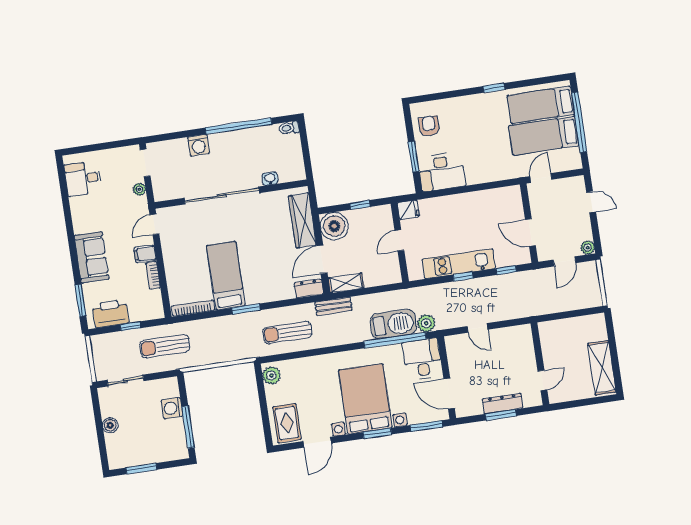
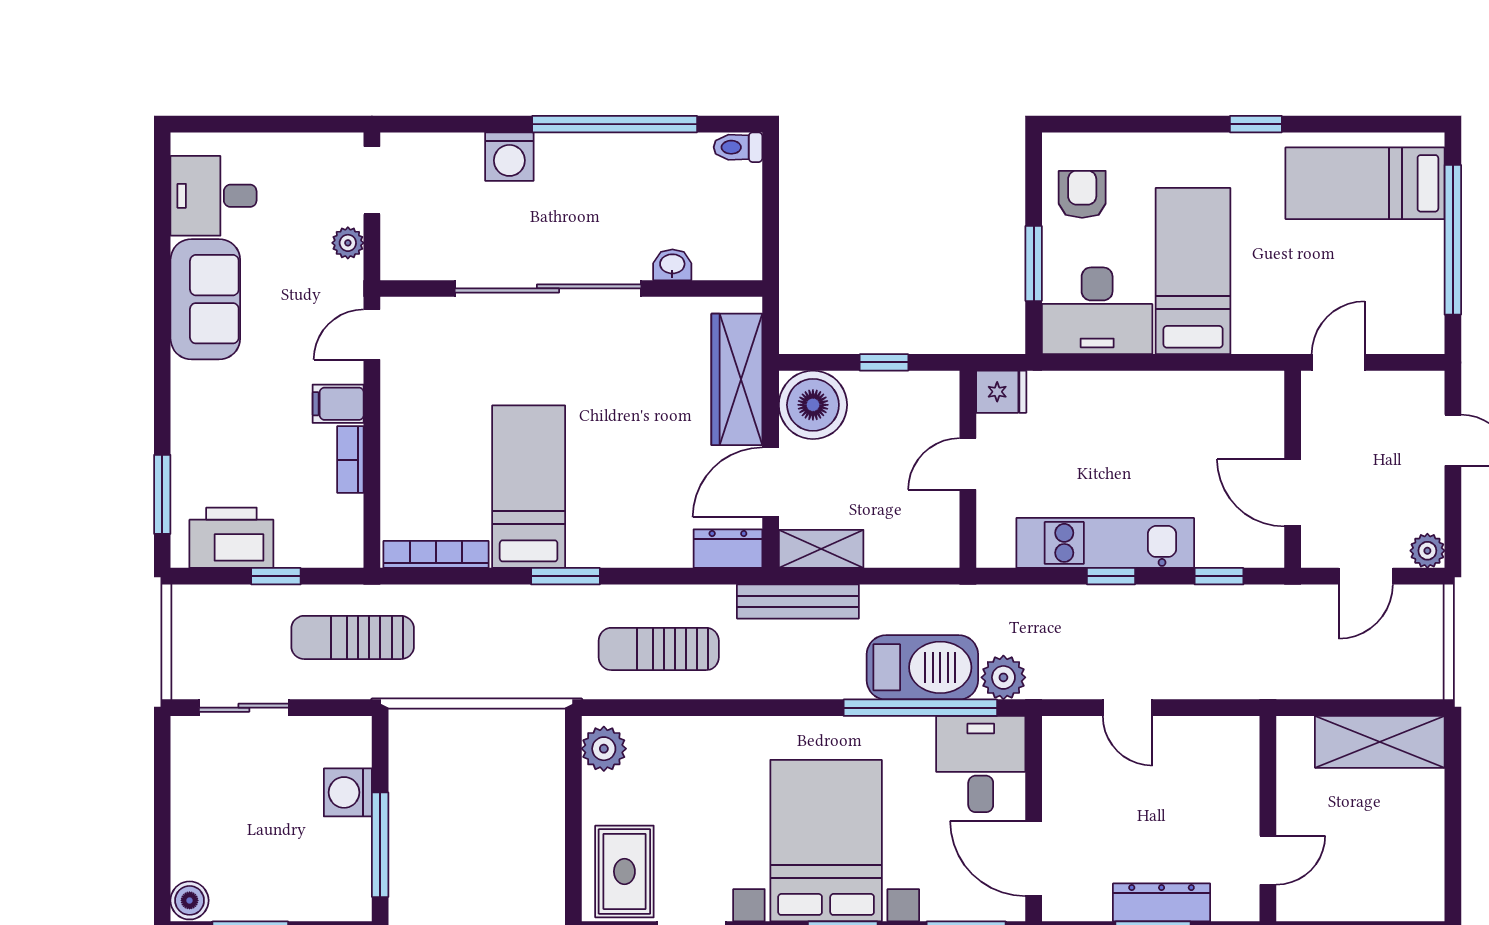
bed: (544, 136) -> (1193, 271), moved, turned 90
sofa: (91, 257) -> (205, 299), moved
bench: (333, 306) -> (798, 602), width x1.36
shelving: (602, 368) -> (1380, 742), moved, turned 90
boiler: (110, 425) -> (190, 900), moved

